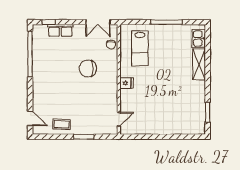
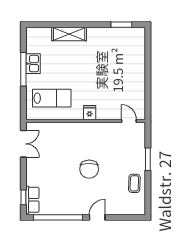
row of seats: (60, 30) -> (32, 200), moved
kitchen sink: (199, 38) -> (33, 64), moved, turned -90
chair: (111, 45) -> (48, 130), removed
chair: (88, 68) -> (89, 169), moved
door: (30, 118) -> (97, 217), moved

